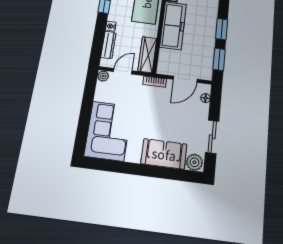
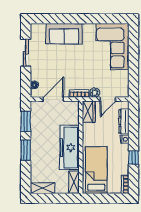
wardrobe: (147, 55) -> (89, 112), width x0.67
plant: (103, 76) -> (95, 93), moved
plant: (194, 162) -> (38, 30), removed

